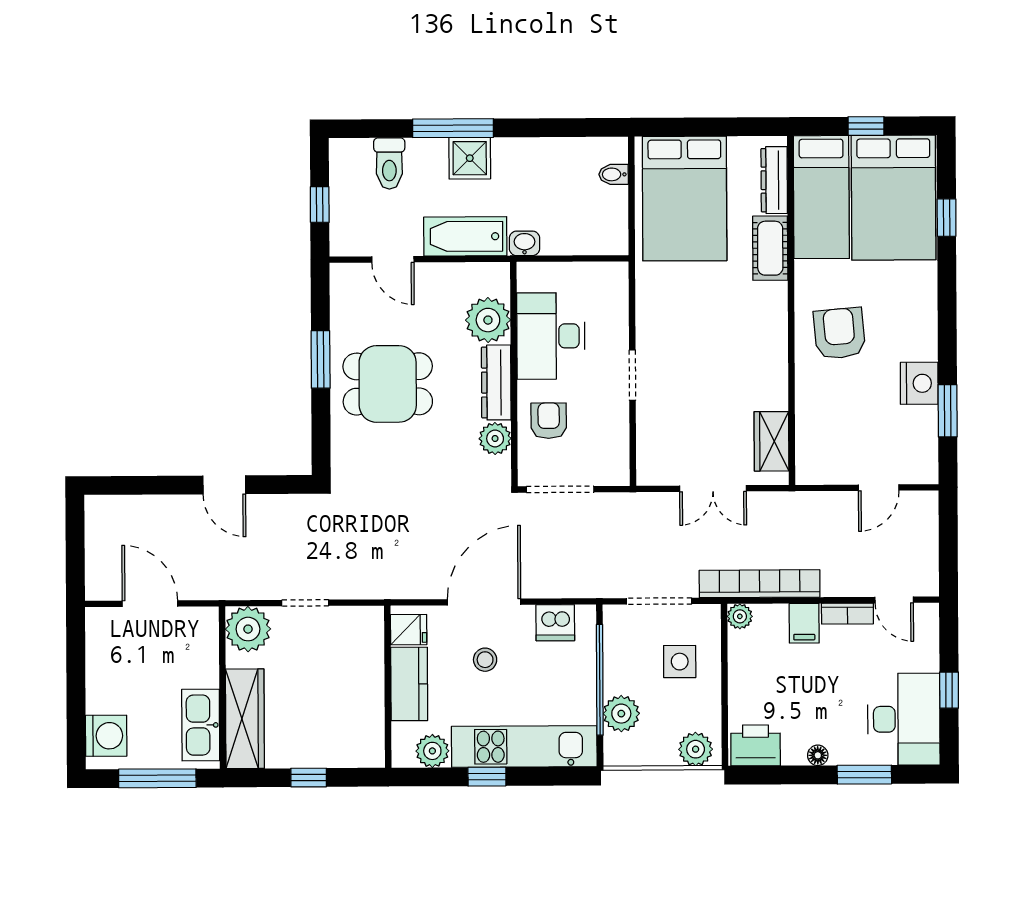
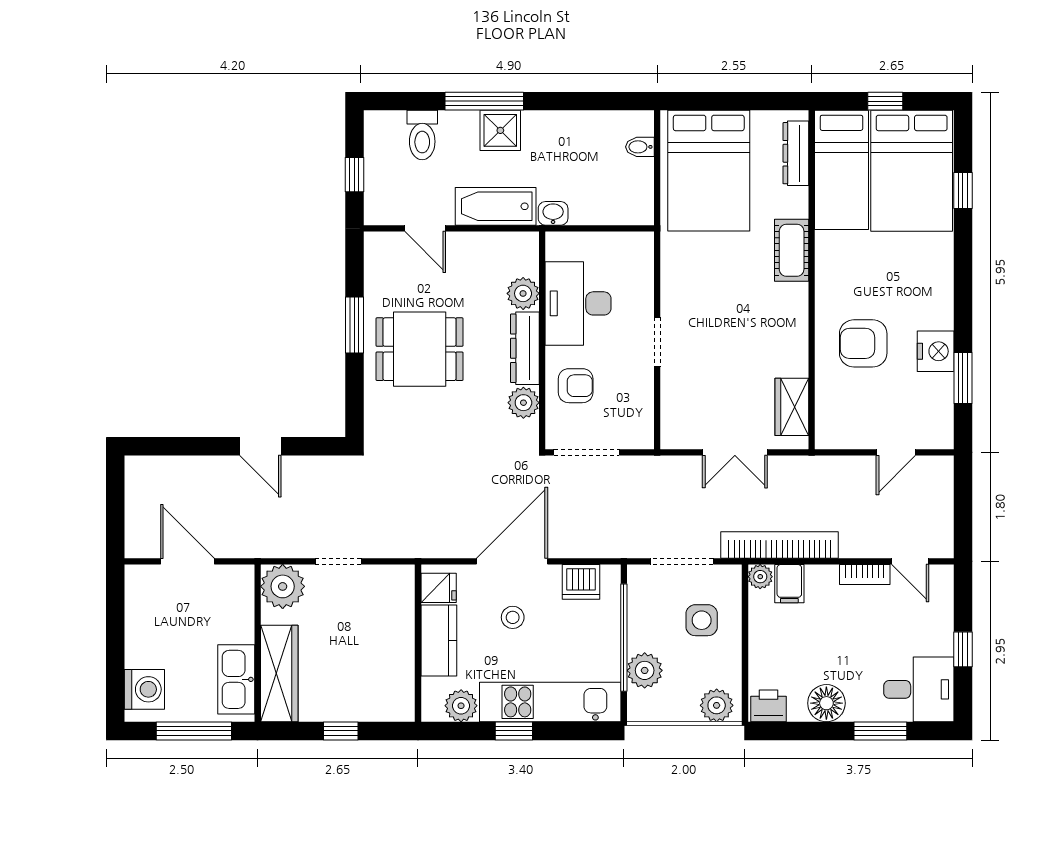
cot: (770, 248) -> (792, 250), moved
plant: (488, 320) -> (523, 293), width x0.73, depth x0.73
armchair: (839, 333) -> (863, 343), moved, turned -85
armchair: (549, 421) -> (576, 386), turned 90
filing cabinet: (804, 623) -> (789, 584), moved
desk: (904, 719) -> (919, 689), width x0.73
printer: (756, 745) -> (768, 706), width x0.73, depth x0.81
floor lamp: (818, 755) -> (826, 703), width x1.89, depth x1.89

